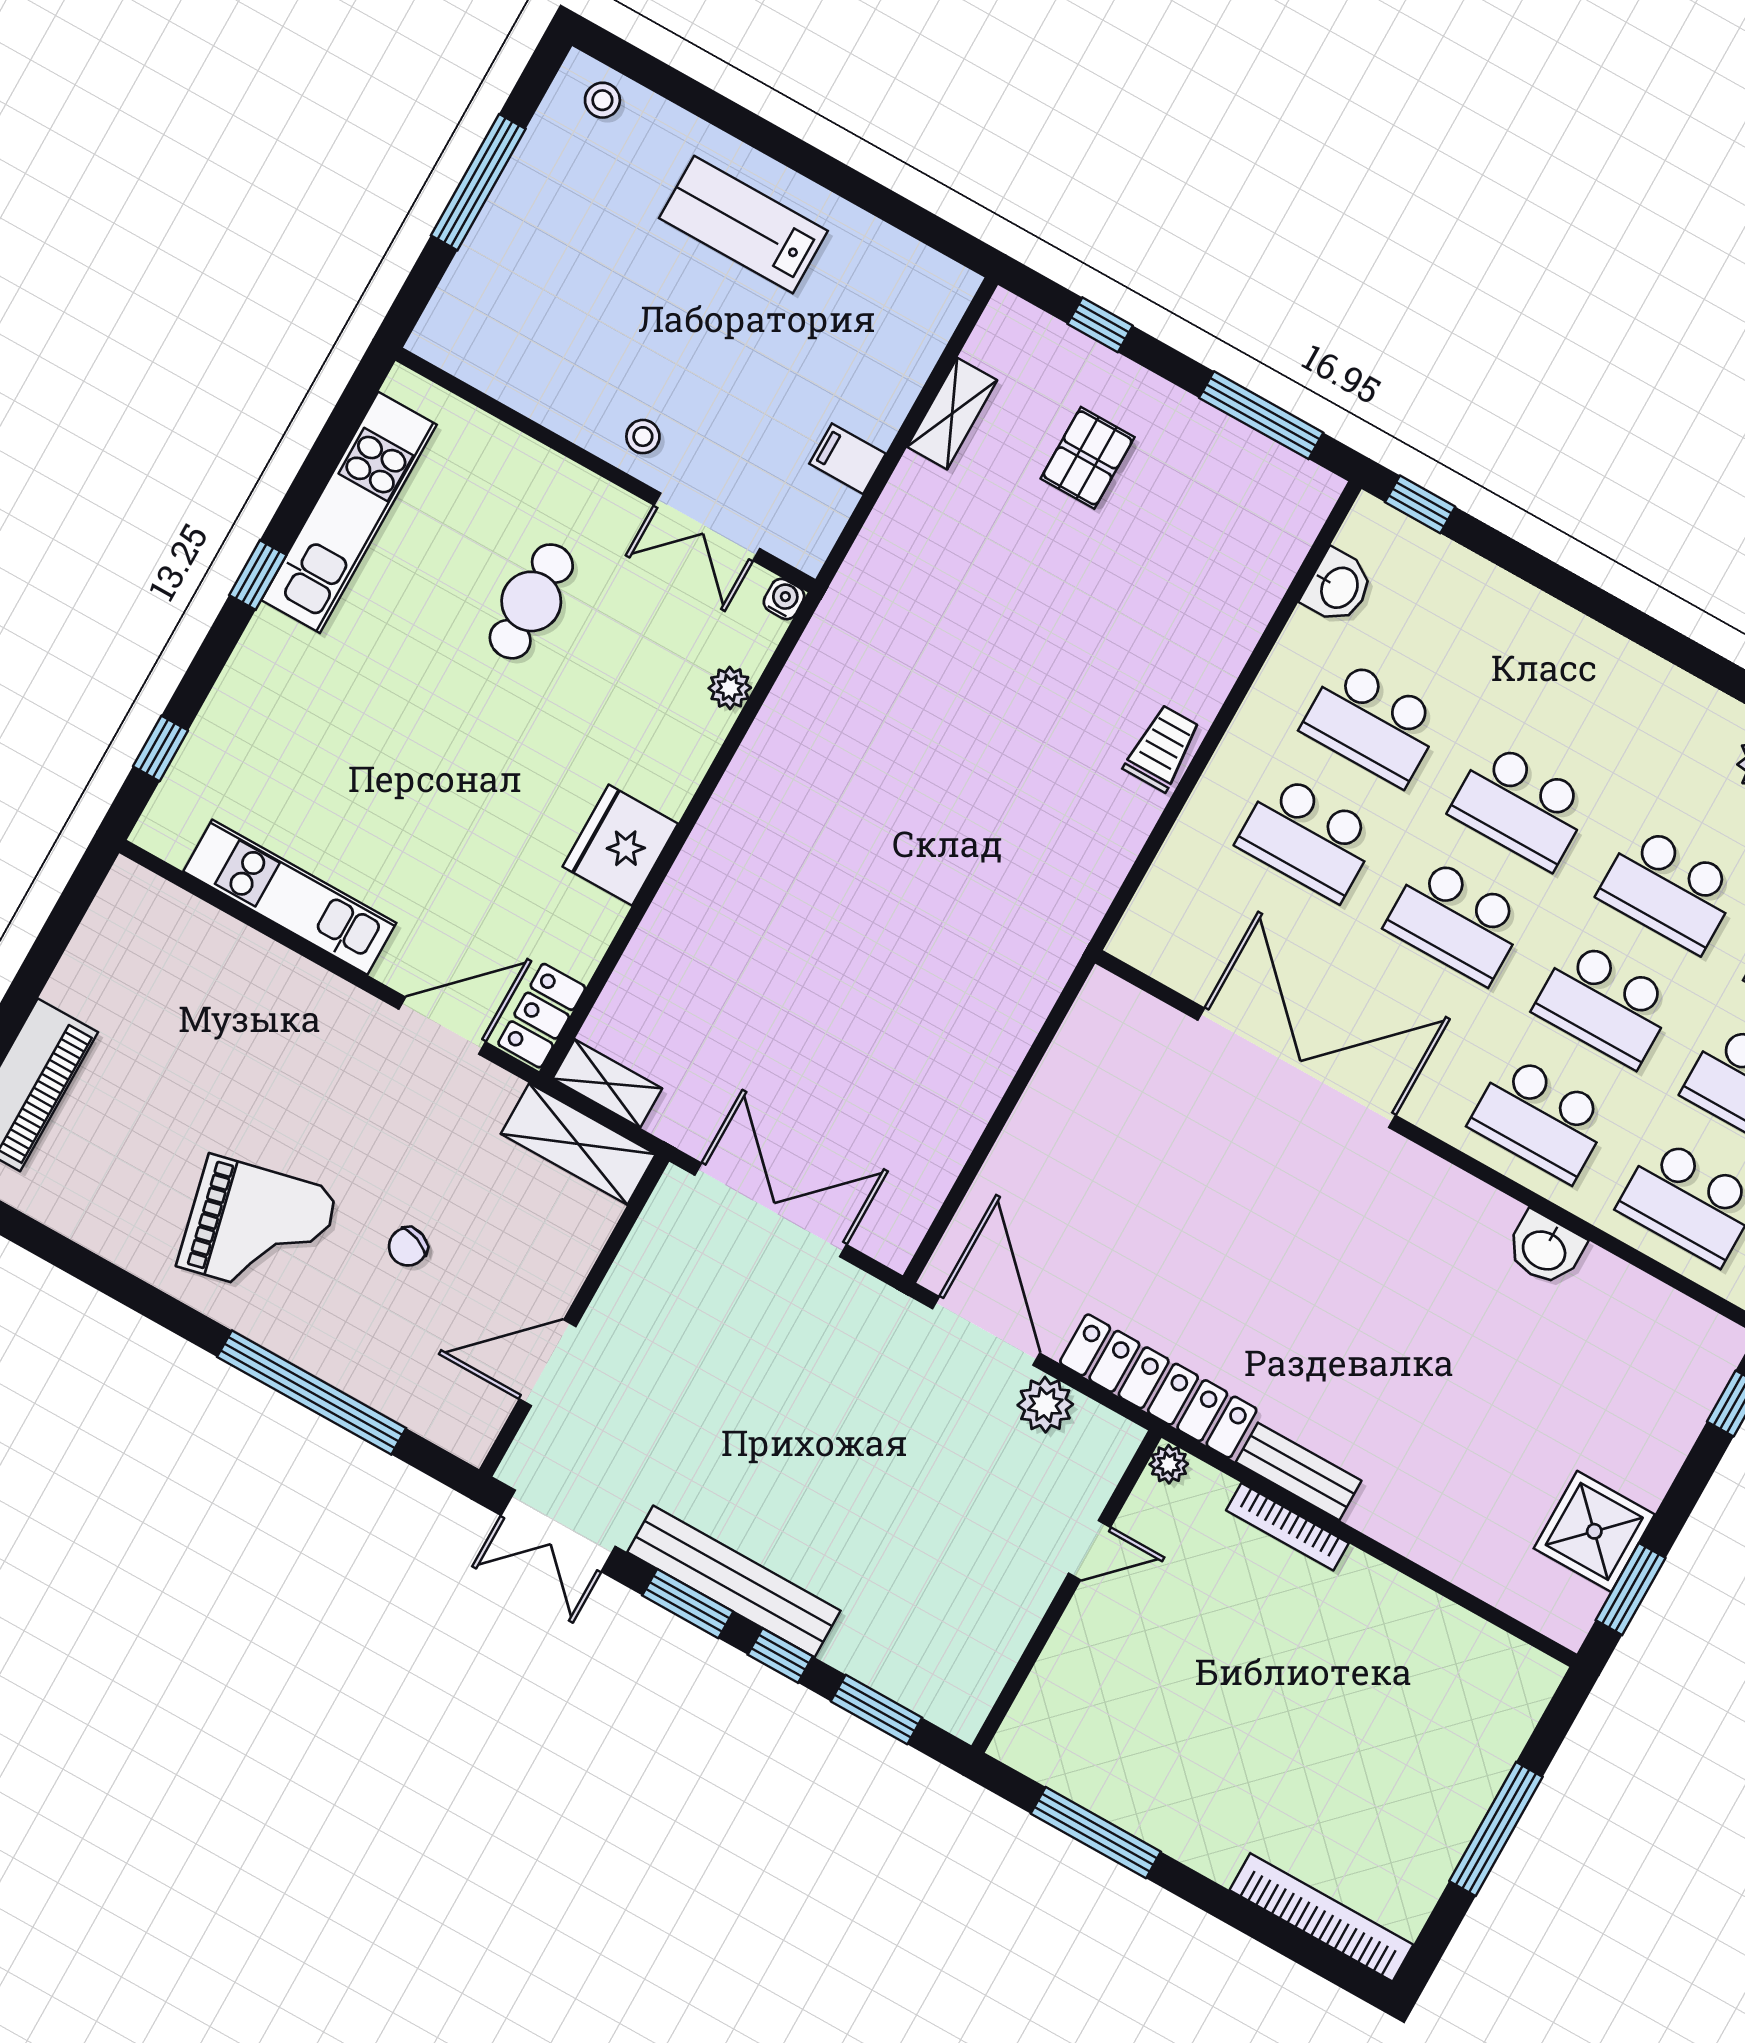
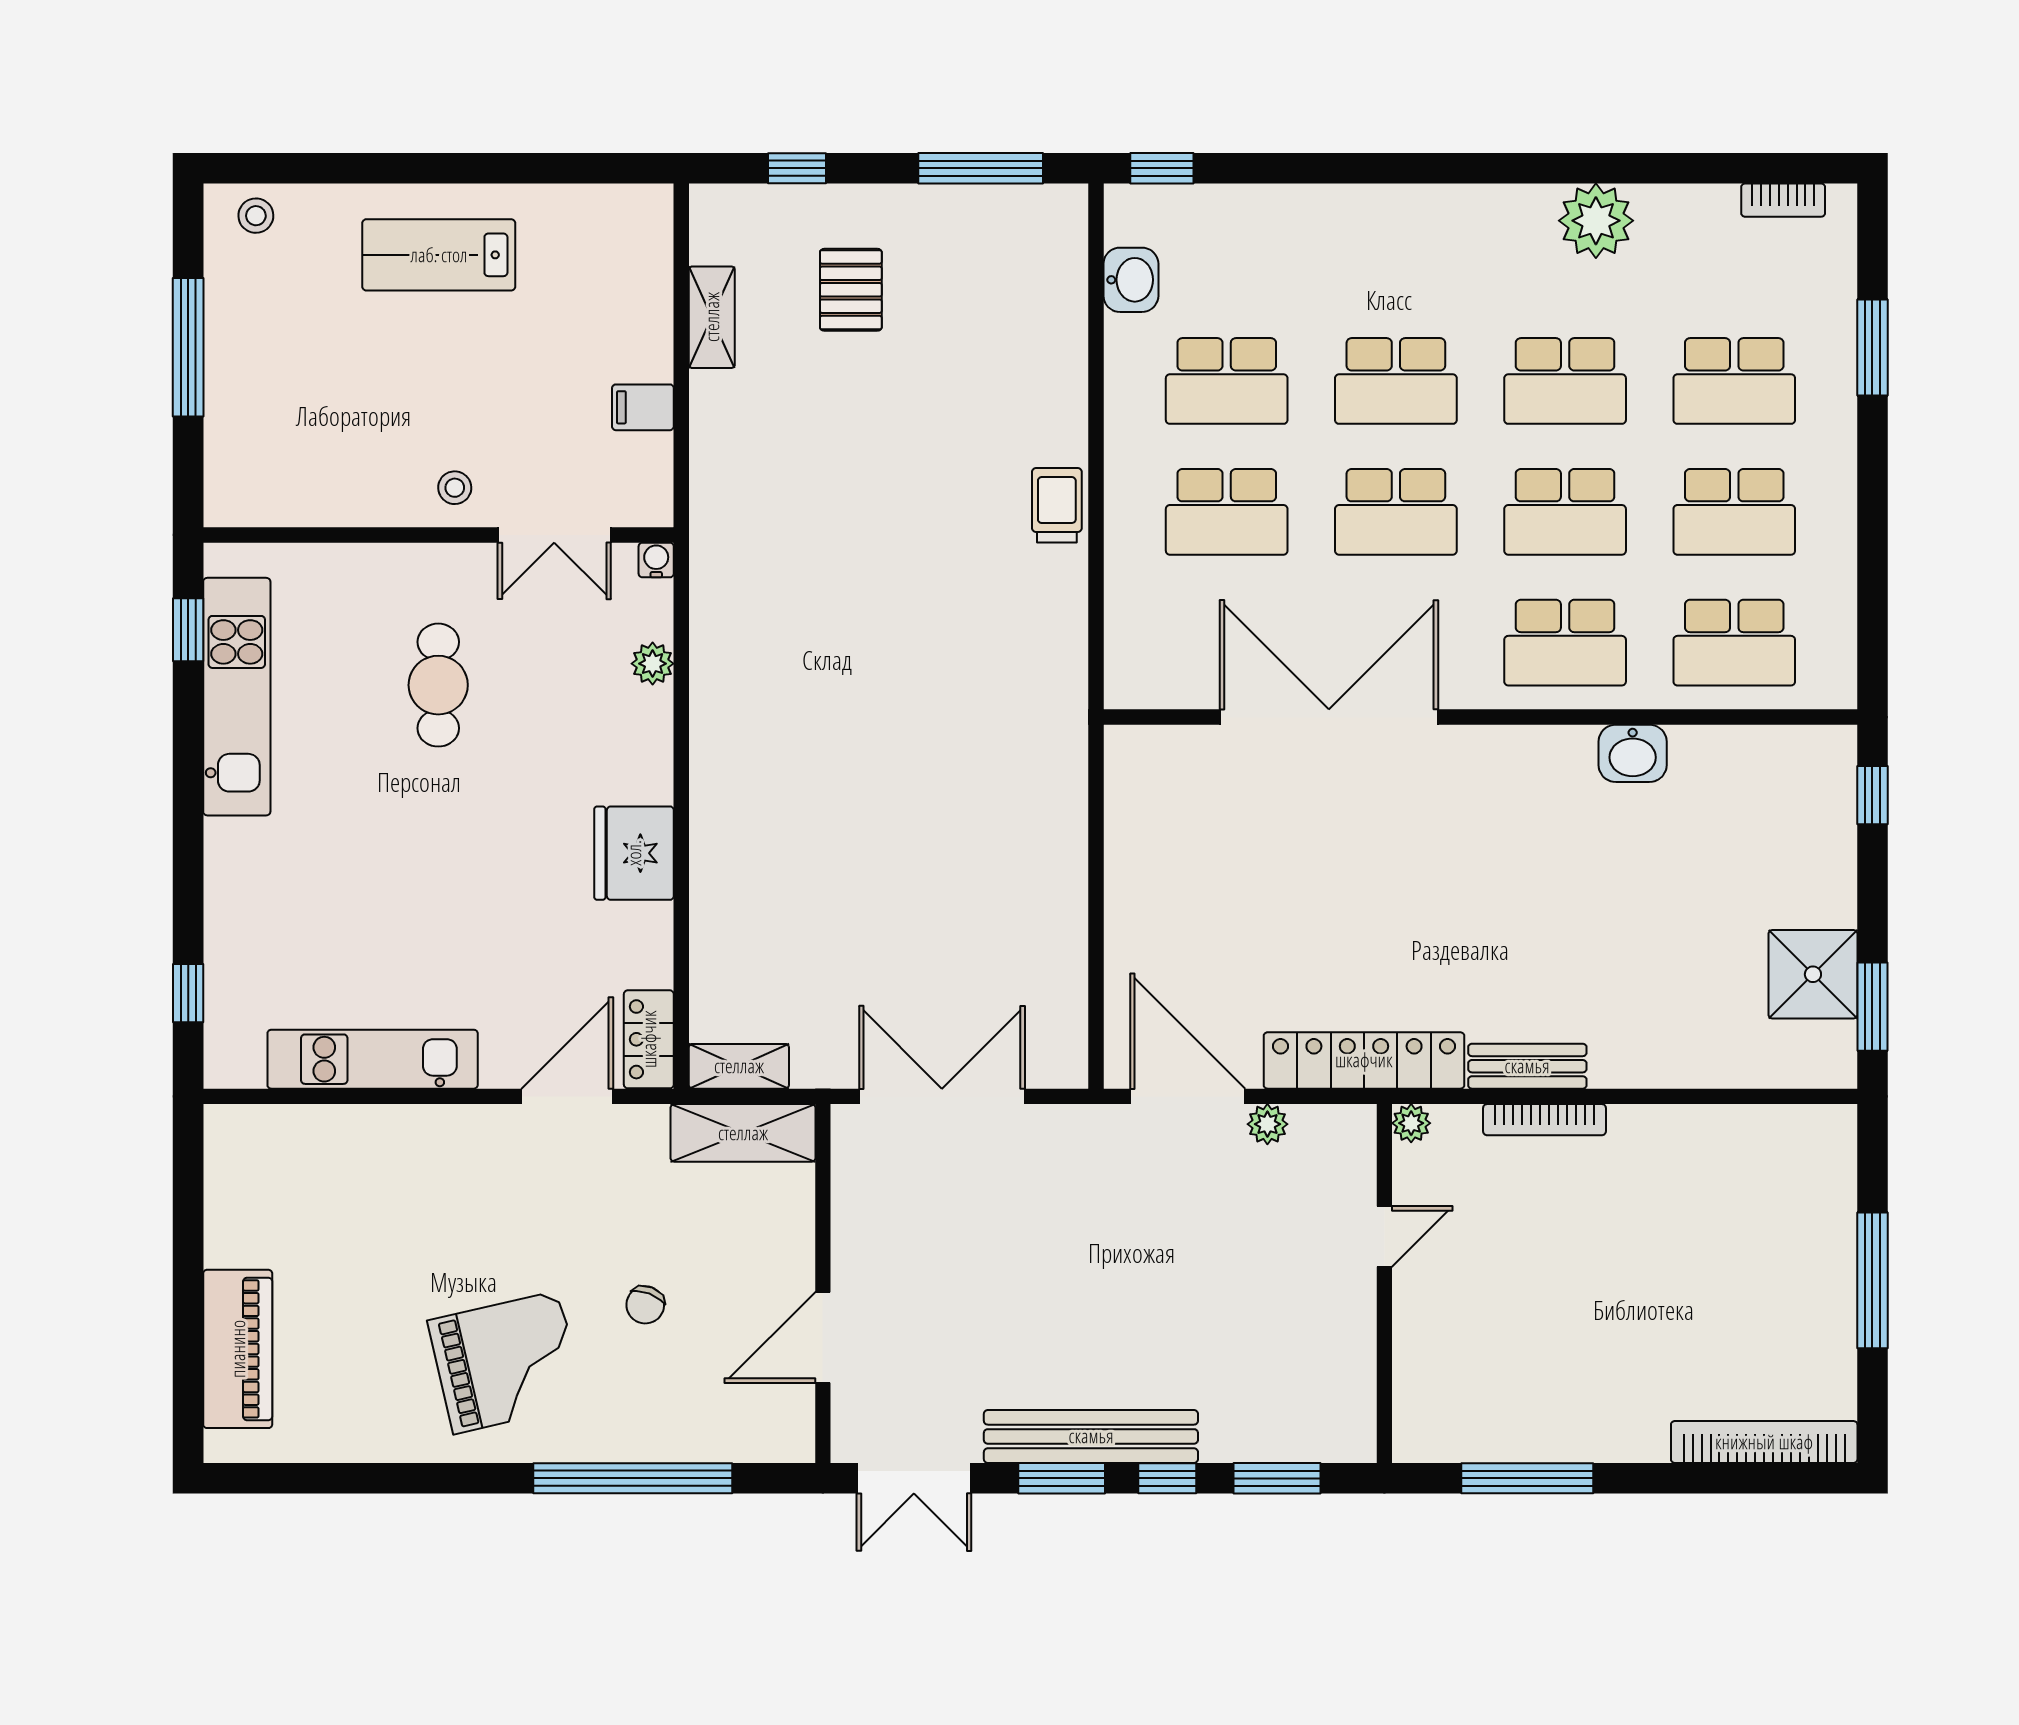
window: (258, 575) -> (188, 630), moved
plant: (1045, 1405) -> (1267, 1124), width x0.73, depth x0.73

